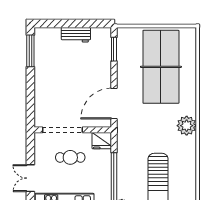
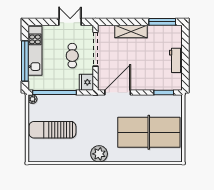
shelving: (42, 88) -> (131, 31), added
door: (114, 104) -> (118, 93), hinge flipped
double door: (30, 178) -> (70, 22), moved

